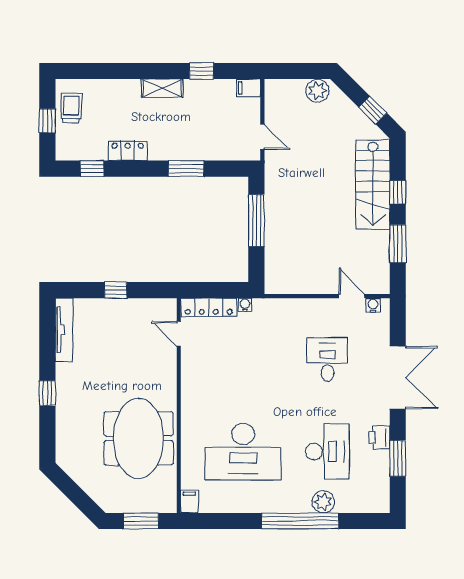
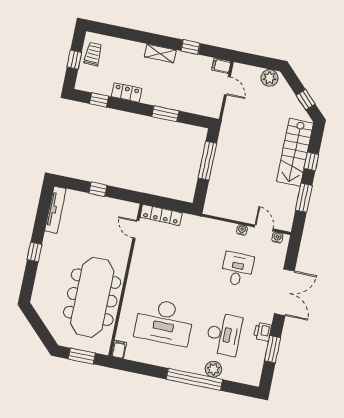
door: (262, 137) -> (227, 86), moved
water cooler: (245, 305) -> (242, 230), moved
meeting table: (138, 438) -> (92, 297), width x1.36

